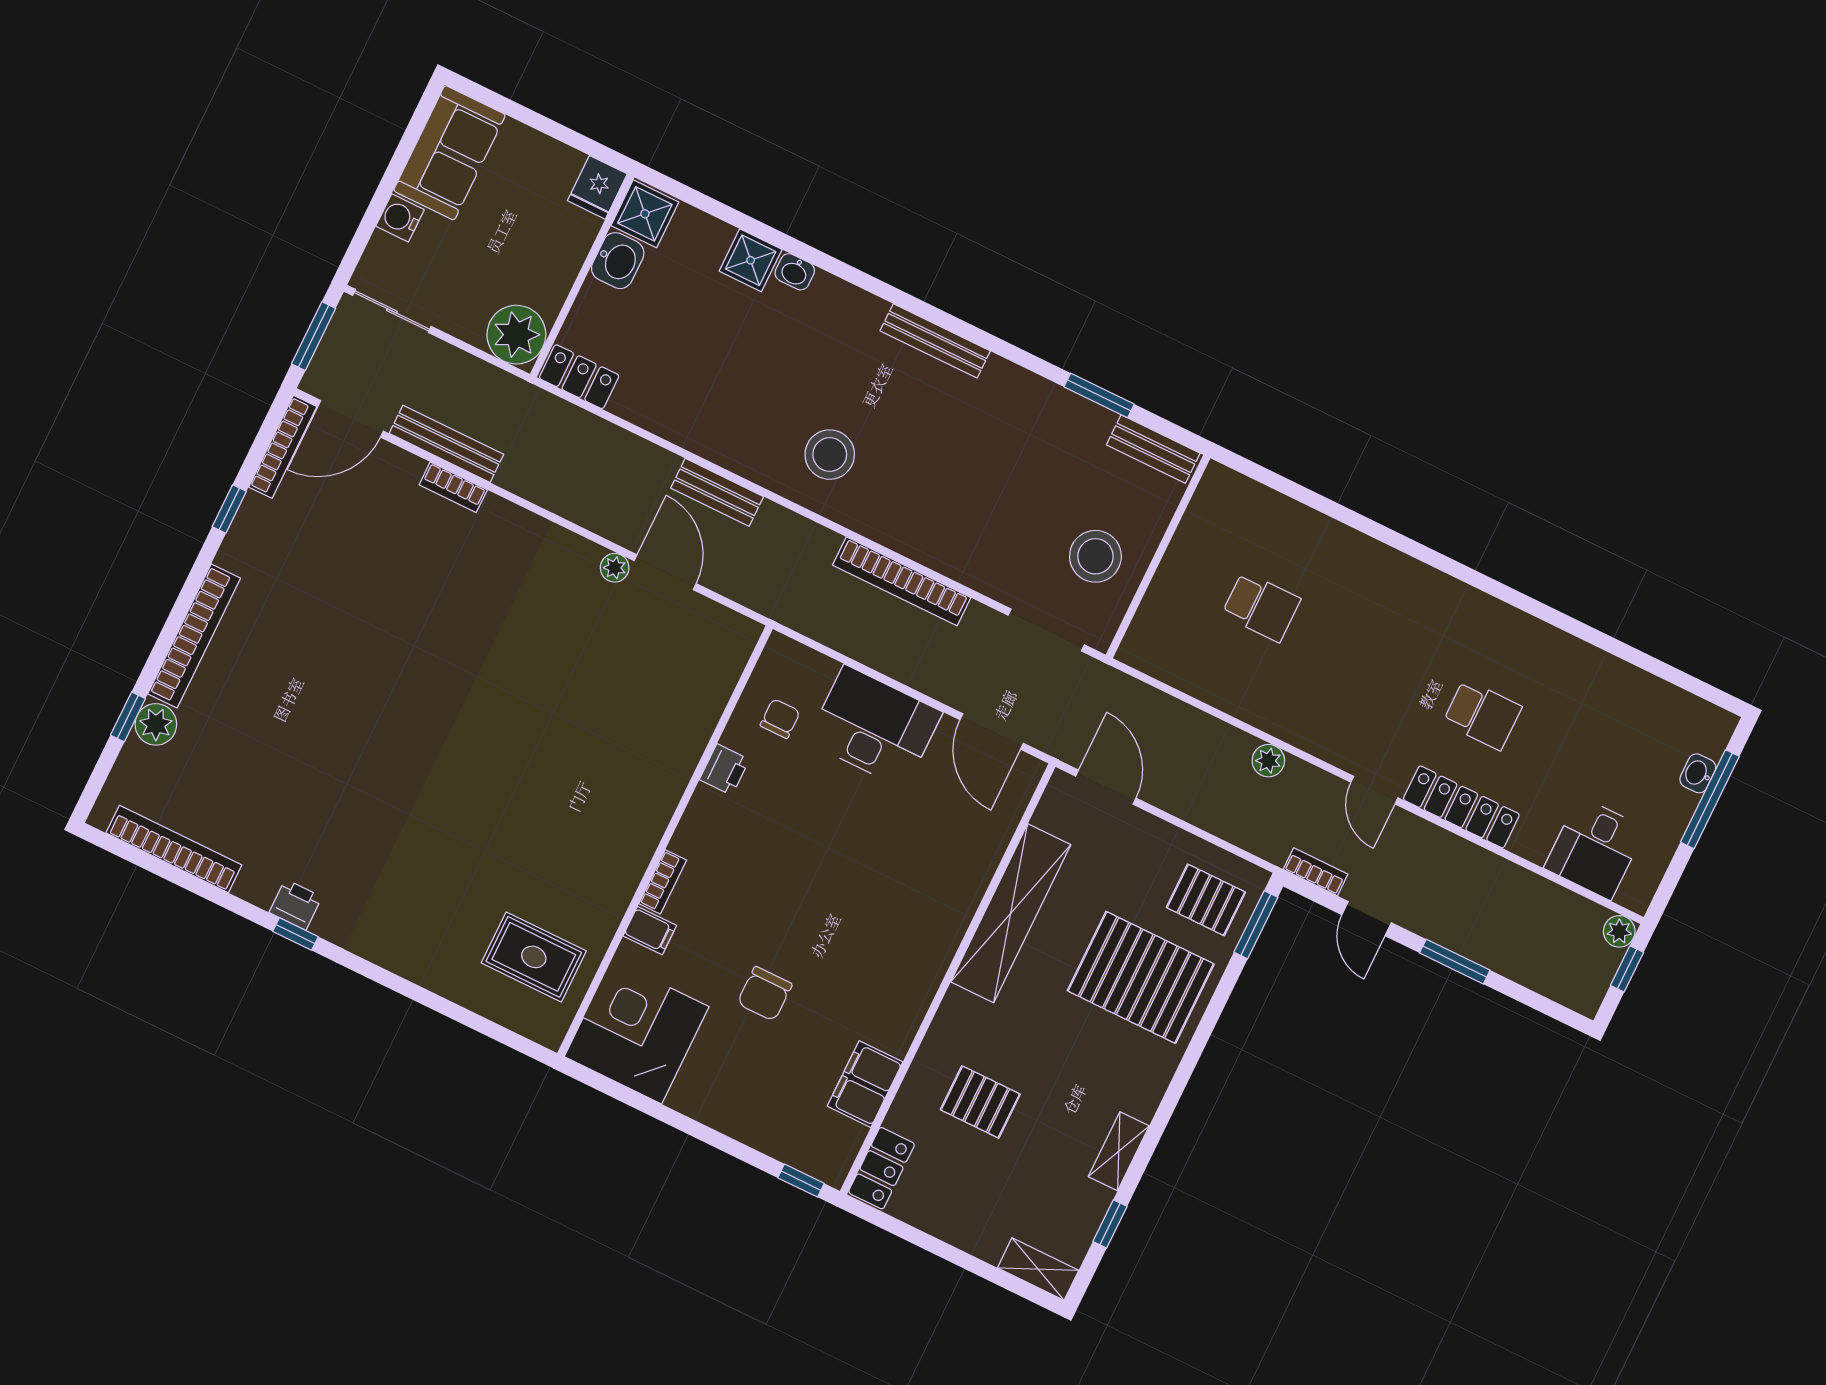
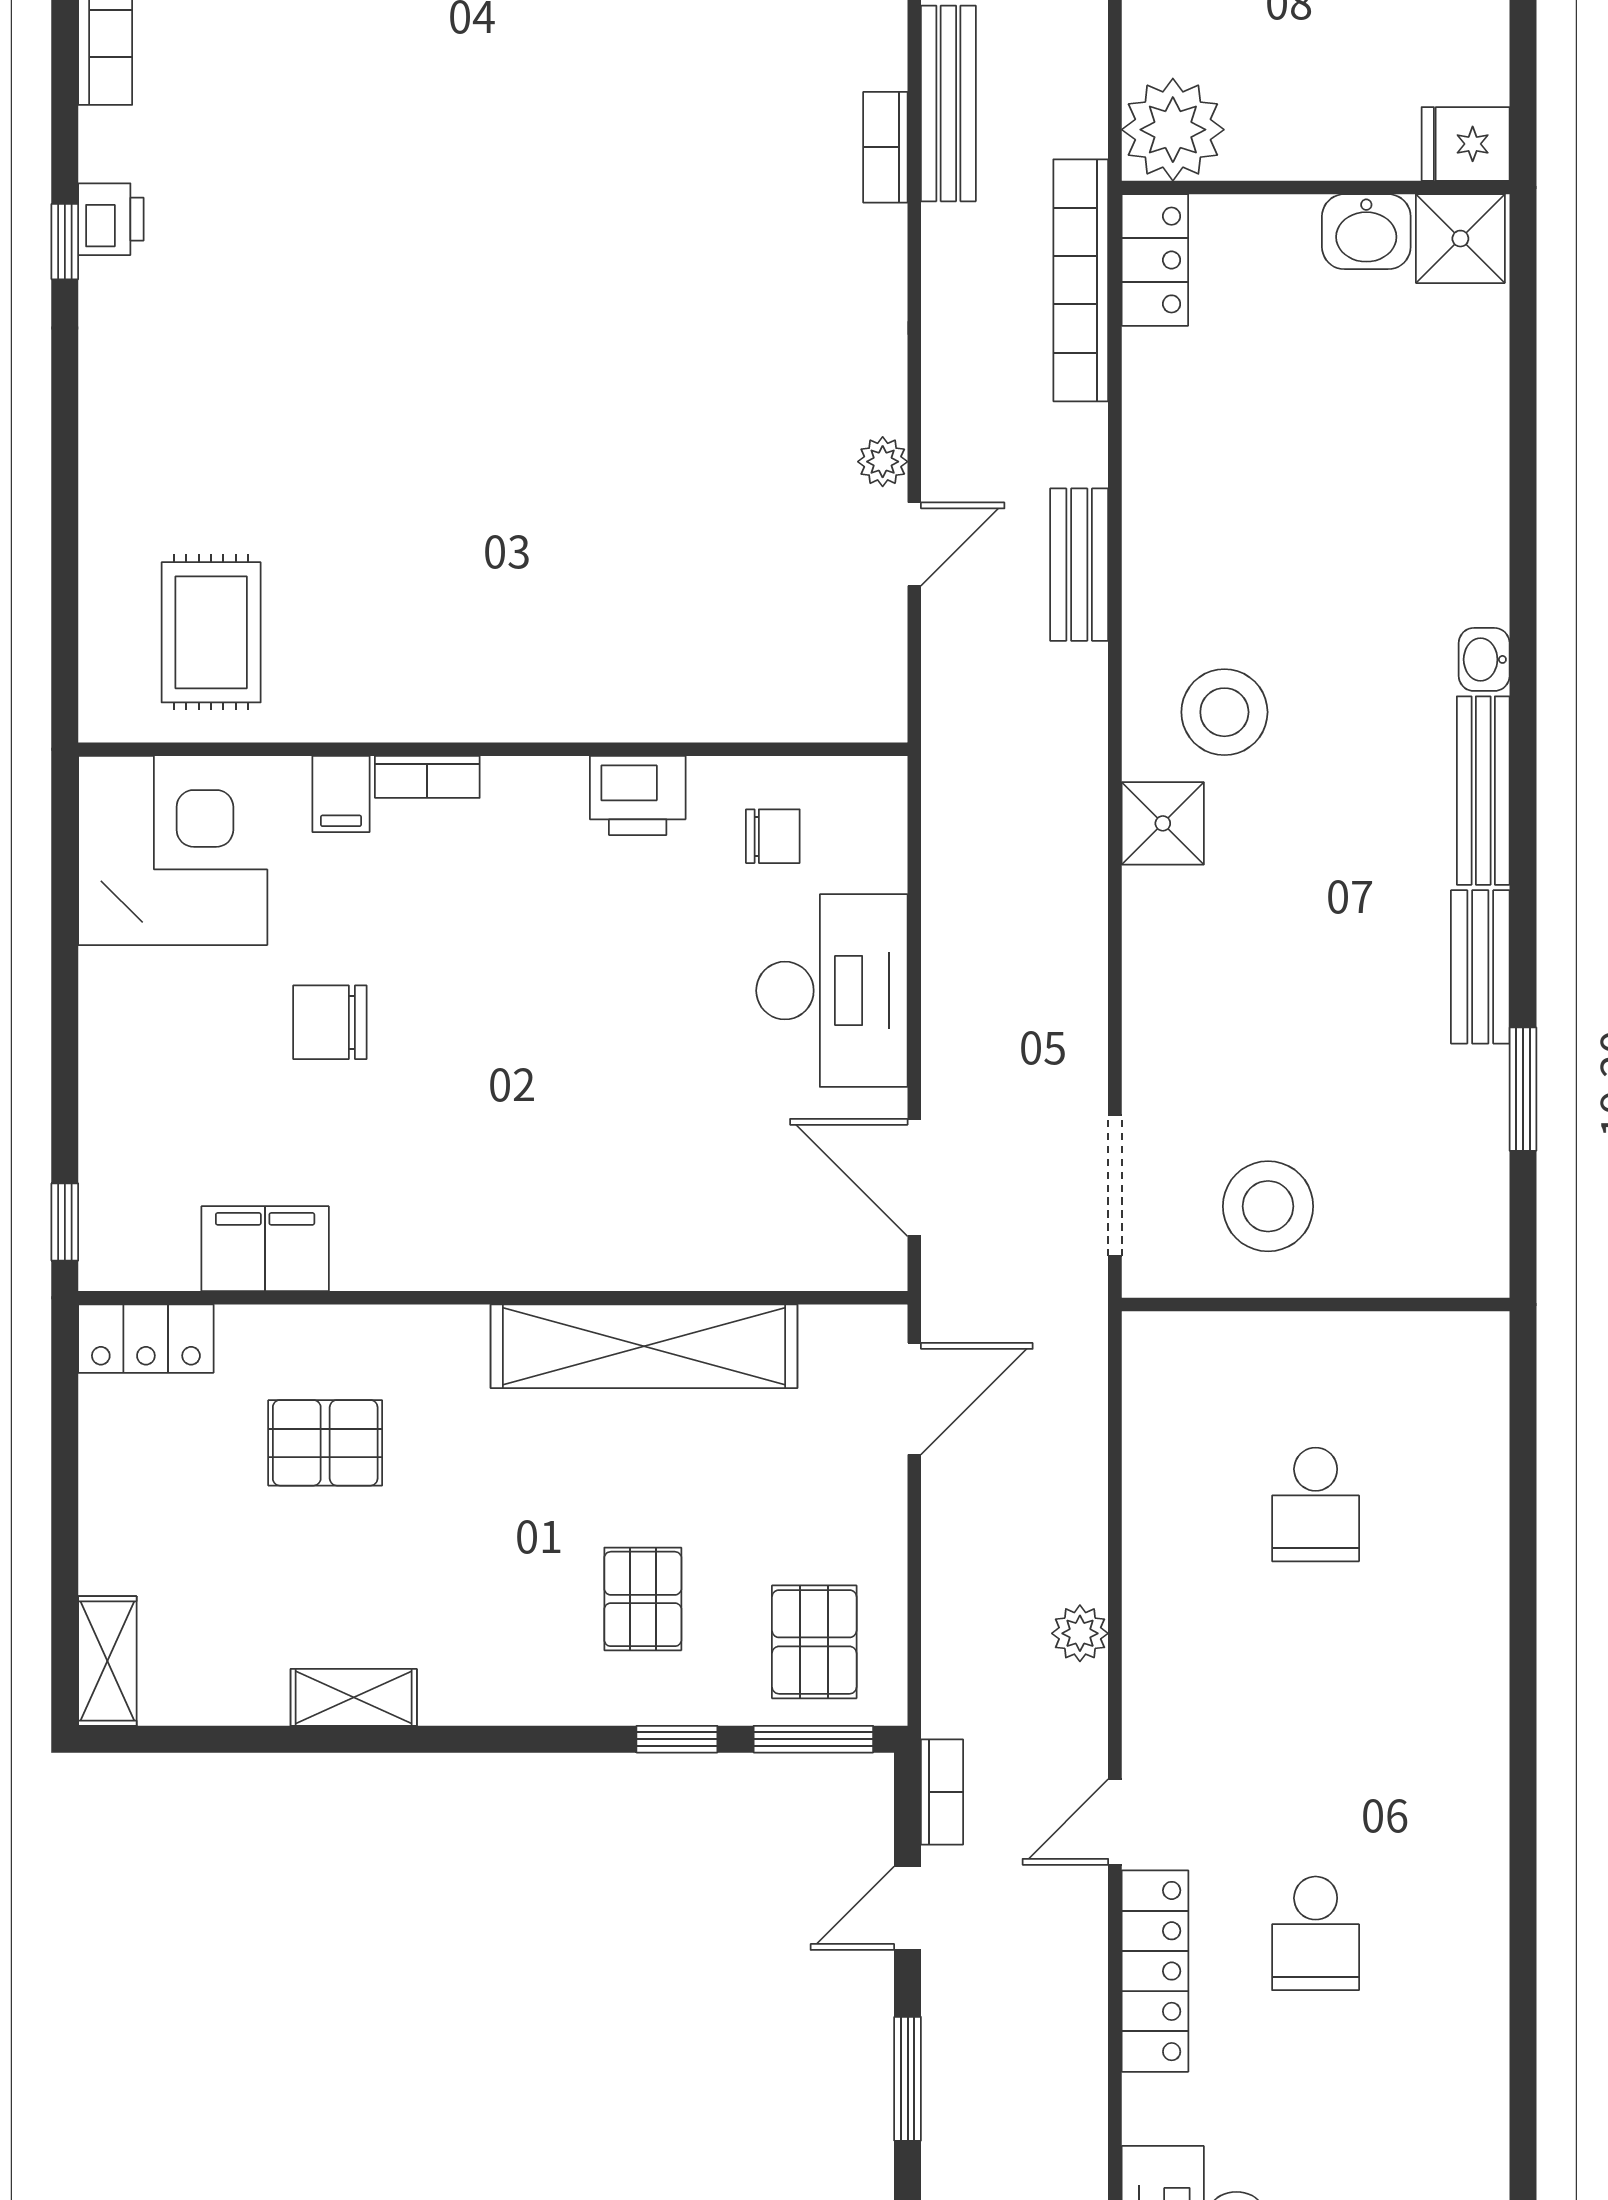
shower: (751, 260) -> (1163, 823), moved
washbasin: (795, 272) -> (1484, 659), moved
bench: (1153, 449) -> (1480, 967), moved
door: (665, 572) -> (914, 544), width x0.73
bookcase: (902, 581) -> (1081, 280), moved
door: (992, 731) -> (914, 1178), hinge flipped
printer: (724, 770) -> (638, 796), width x1.36, depth x1.24
pallet: (1141, 977) -> (643, 1599), width x0.49, depth x0.50
pallet: (980, 1102) -> (325, 1443), turned 90
window: (1110, 1224) -> (677, 1739), moved

